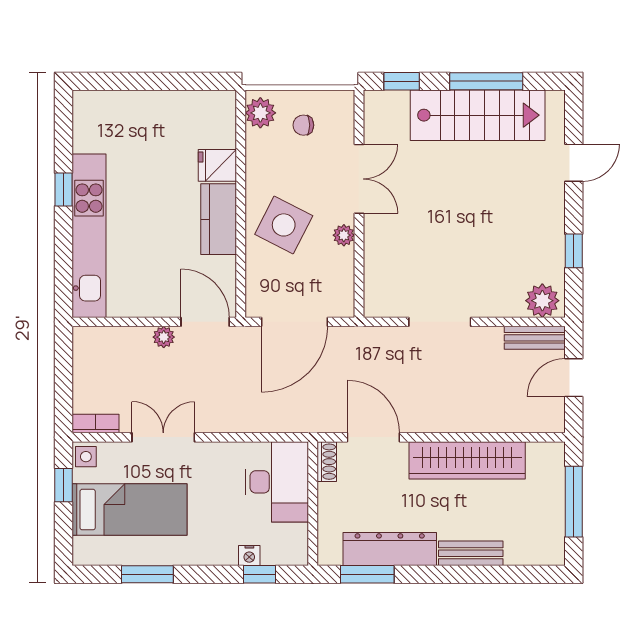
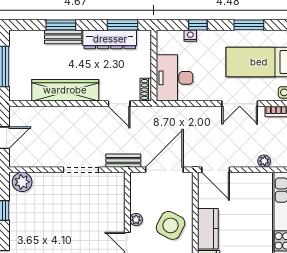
plant: (164, 337) -> (264, 161), moved
bench: (535, 338) -> (123, 161), moved
door: (373, 437) -> (119, 104), width x0.73
window: (260, 574) -> (198, 25), moved
window: (475, 574) -> (61, 25), added

